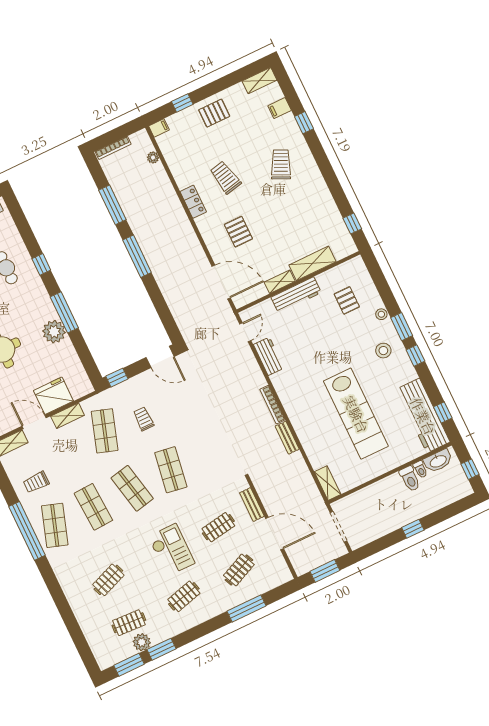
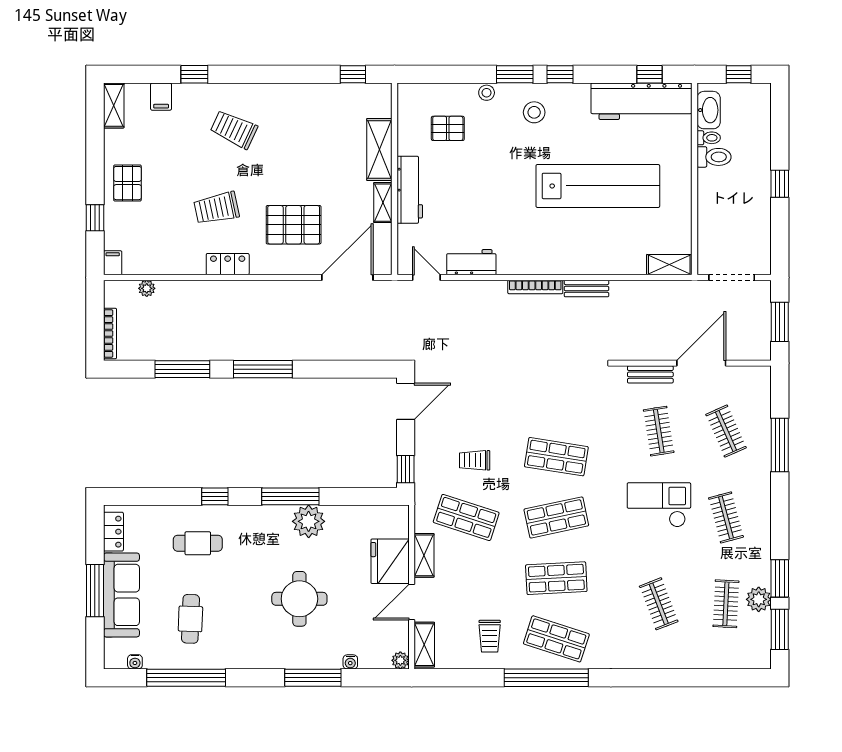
pallet: (238, 232) -> (294, 225), width x1.50, depth x1.42

